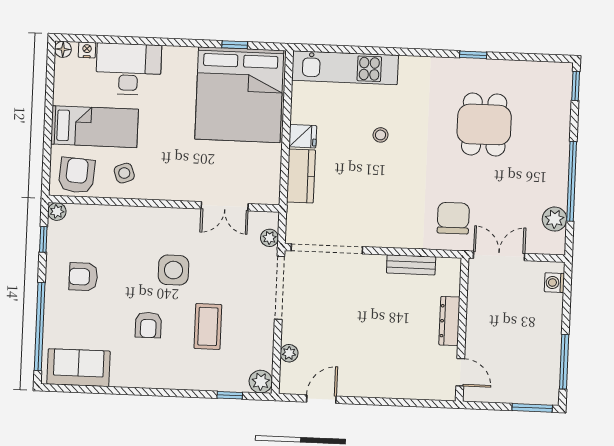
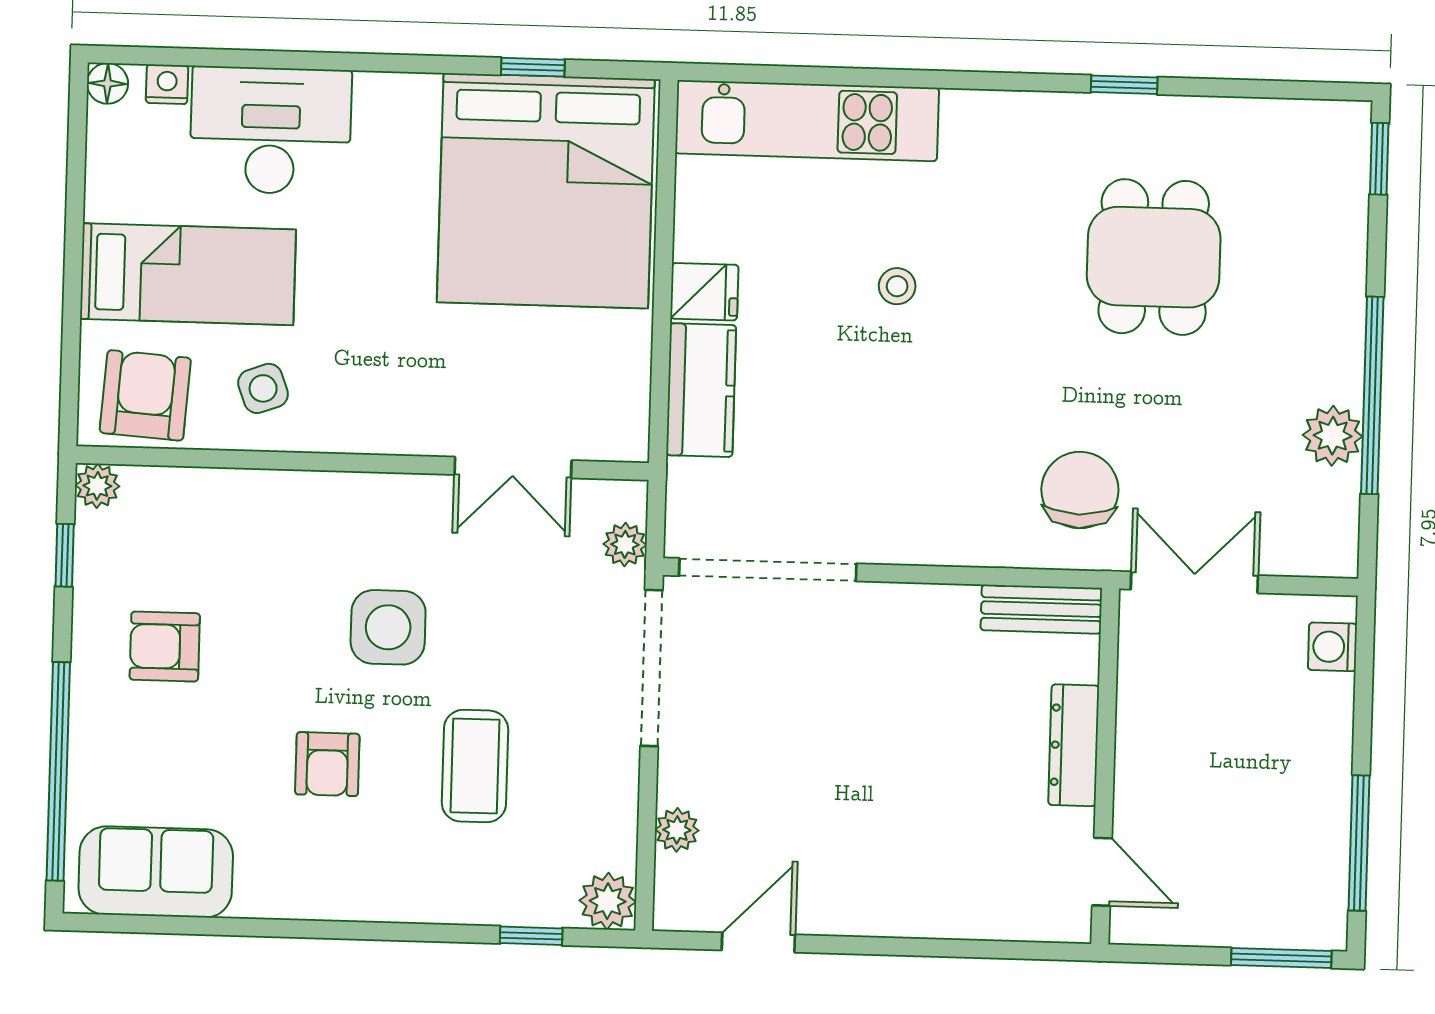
plant: (555, 219) -> (1333, 436), moved
bench: (411, 265) -> (1041, 609), moved

